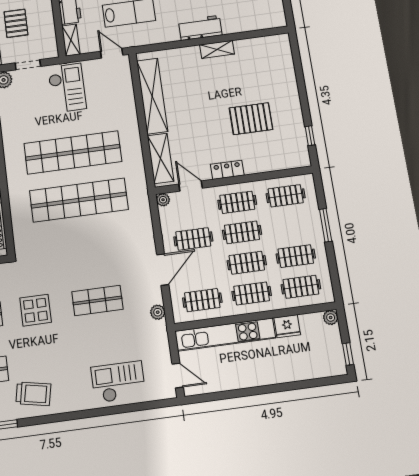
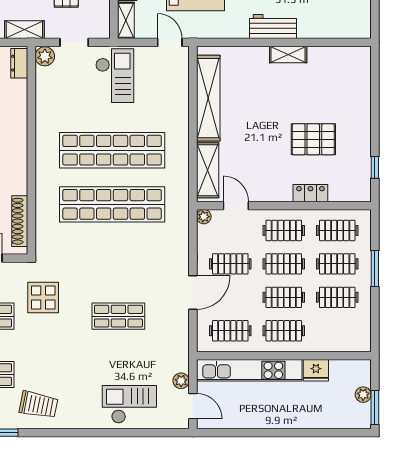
locker: (227, 170) -> (310, 193), moved
clothes rail: (301, 287) -> (337, 264), moved
display table: (36, 310) -> (43, 297), moved
plant: (158, 312) -> (181, 381), moved
plant: (331, 317) -> (363, 395), moved
window: (348, 354) -> (375, 408), width x1.50

